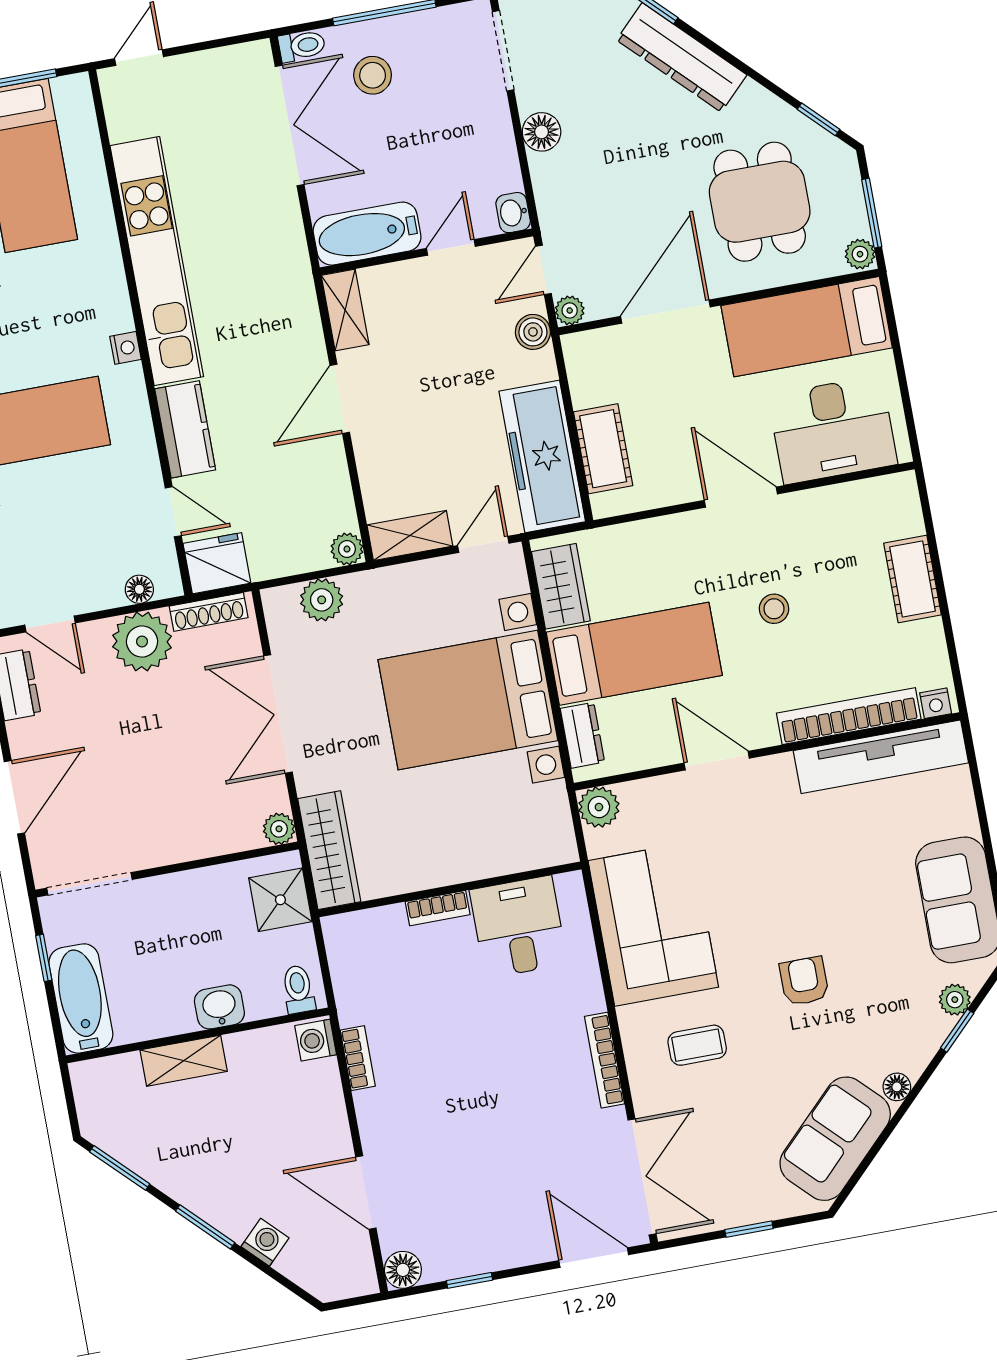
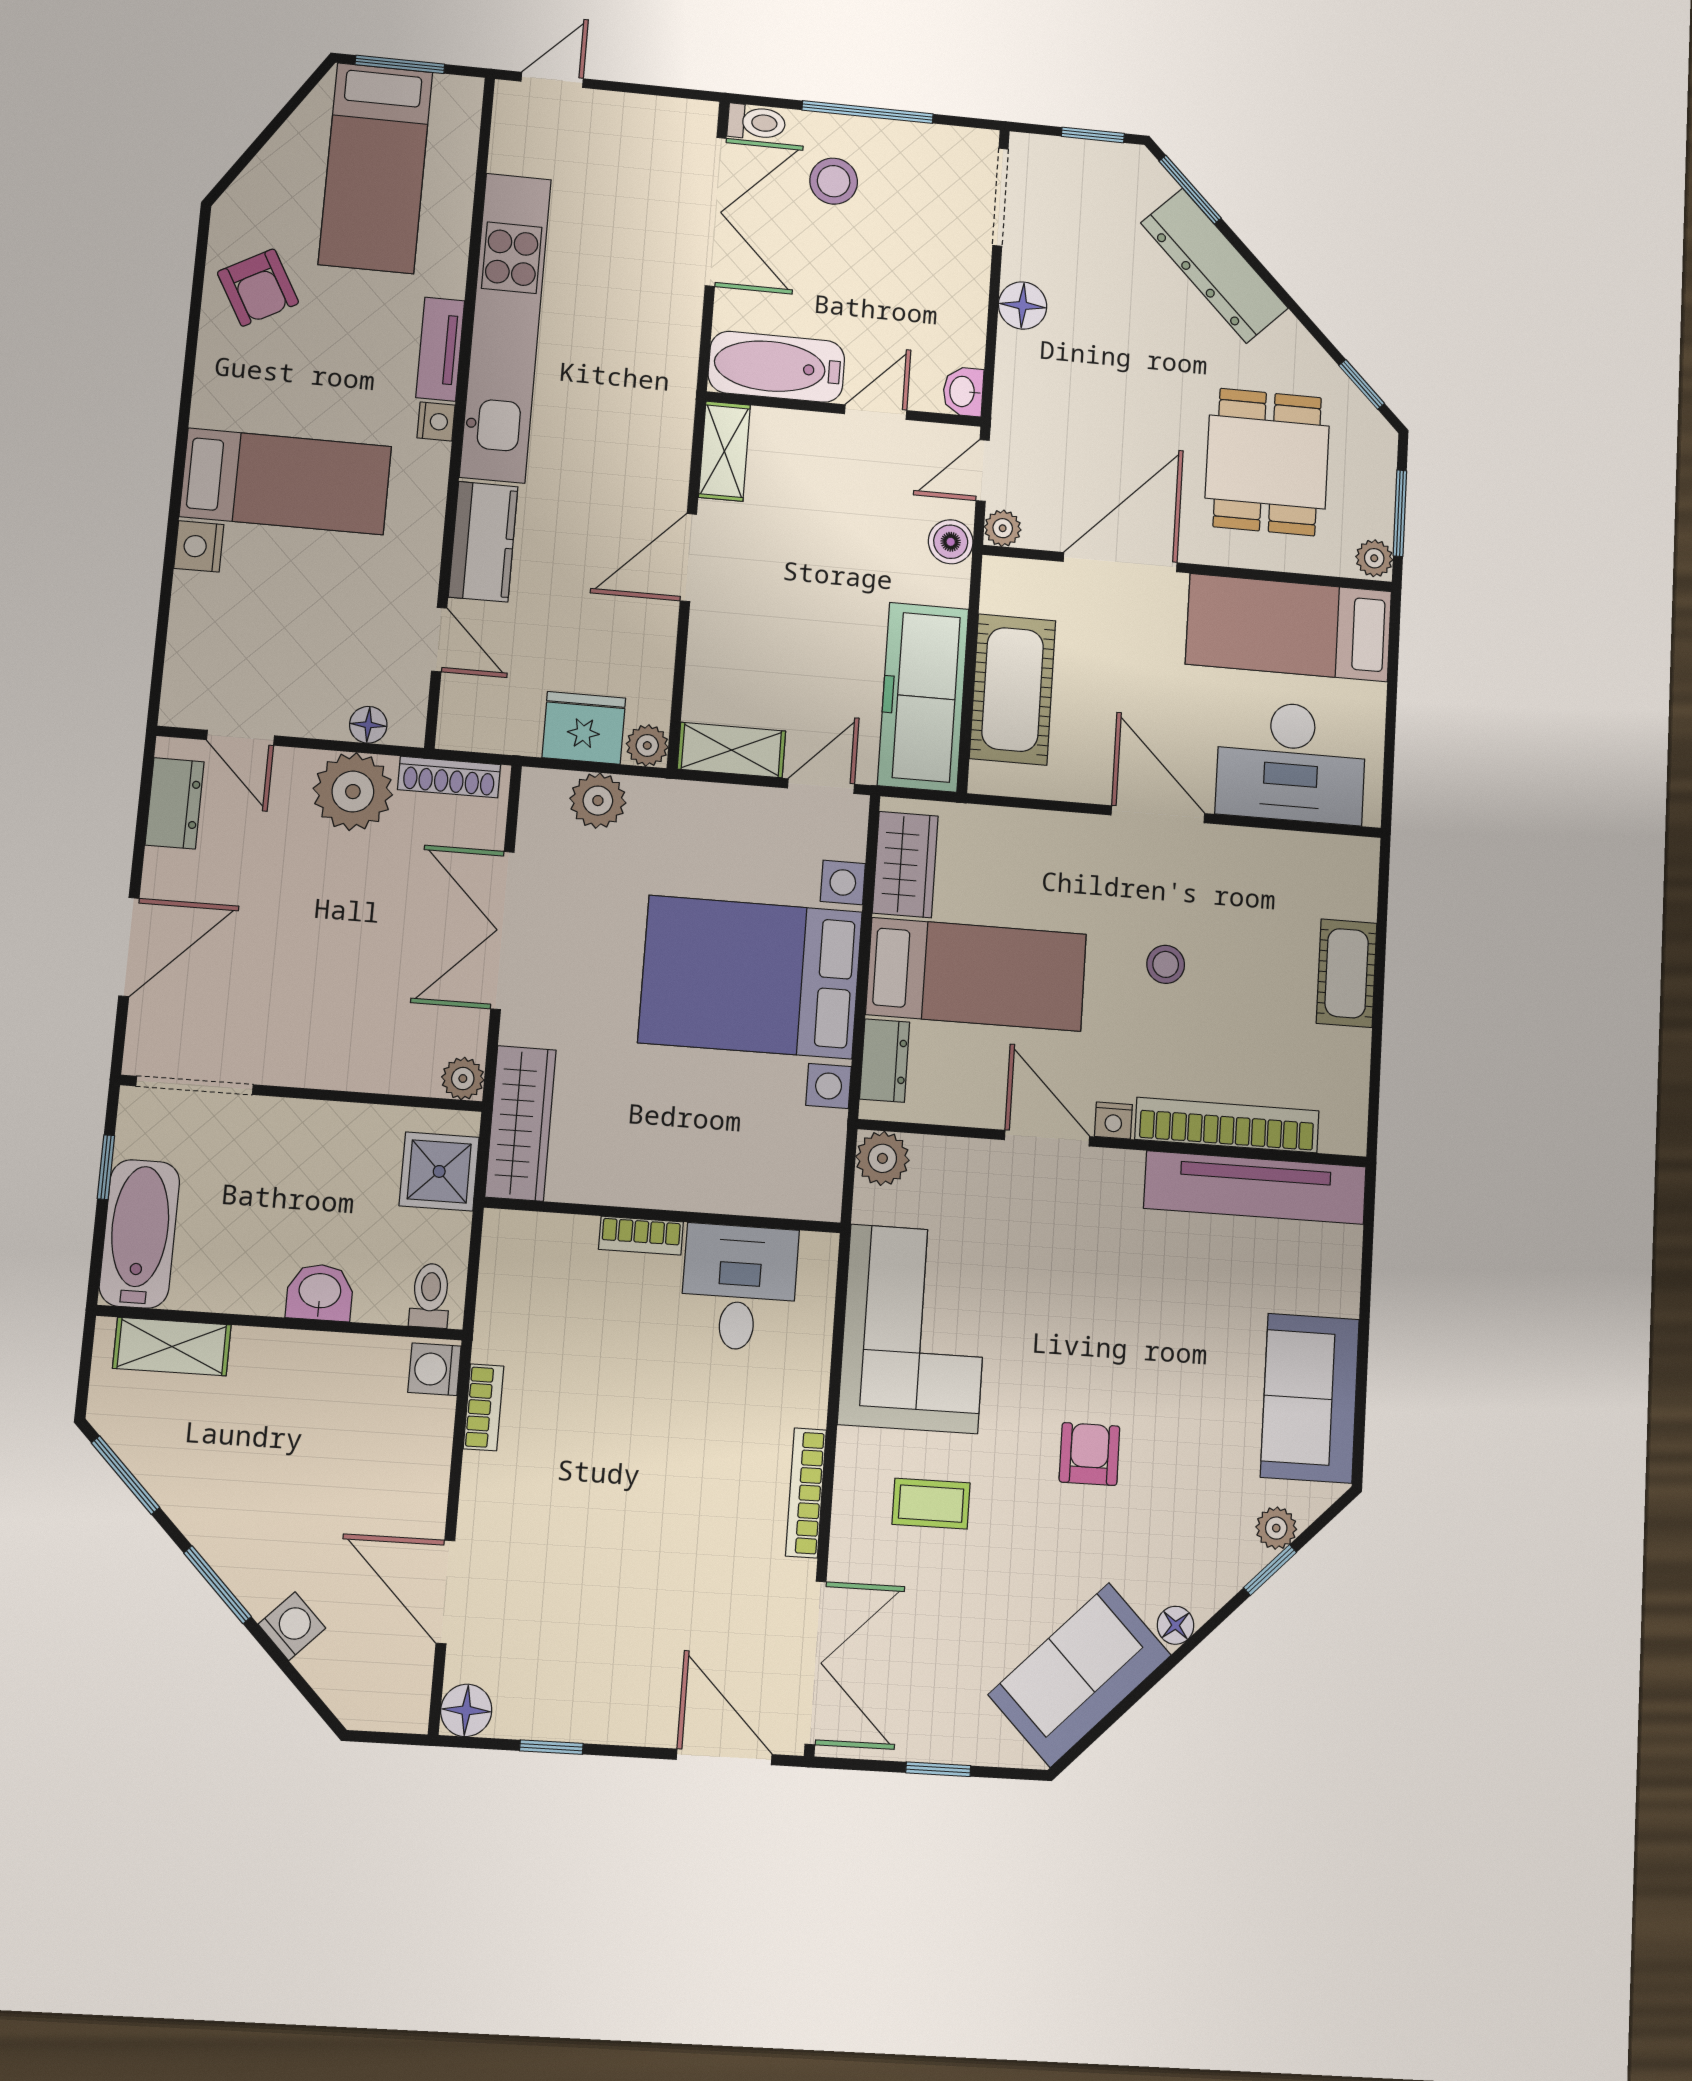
tv unit: (113, 292) -> (440, 349), added
cot: (603, 449) -> (1013, 689), width x1.37, depth x1.34
fridge: (217, 563) -> (584, 728), moved
nightstand: (936, 703) -> (1113, 1120), moved
shelving: (184, 1061) -> (172, 1347), moved

